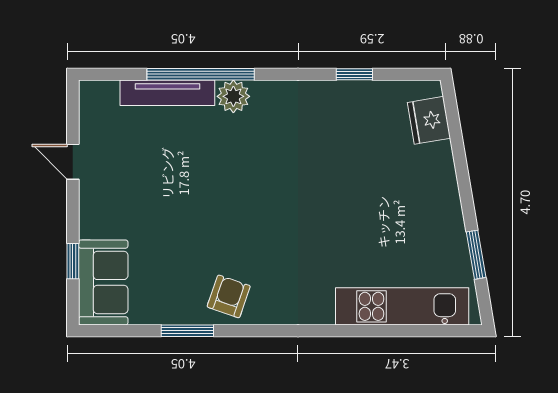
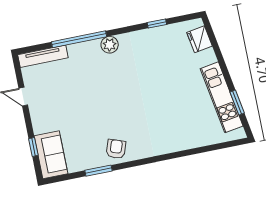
tv unit: (167, 93) -> (43, 56), moved
plant: (233, 96) -> (110, 45), moved
kitchen unit: (402, 306) -> (222, 97), moved, turned -100

